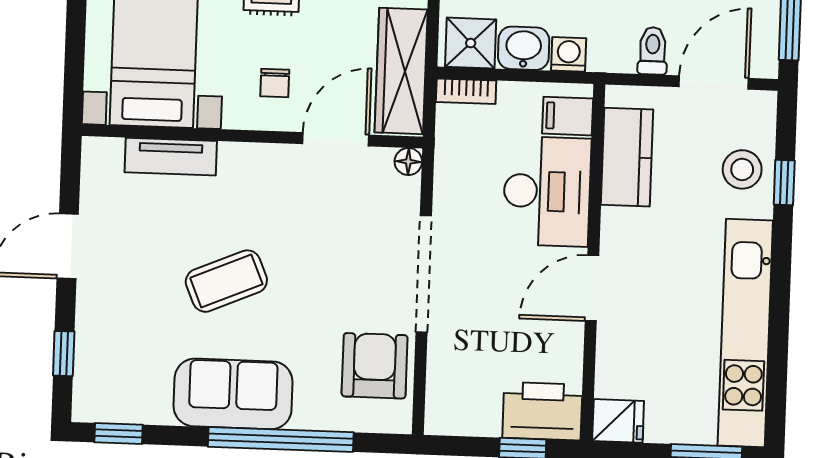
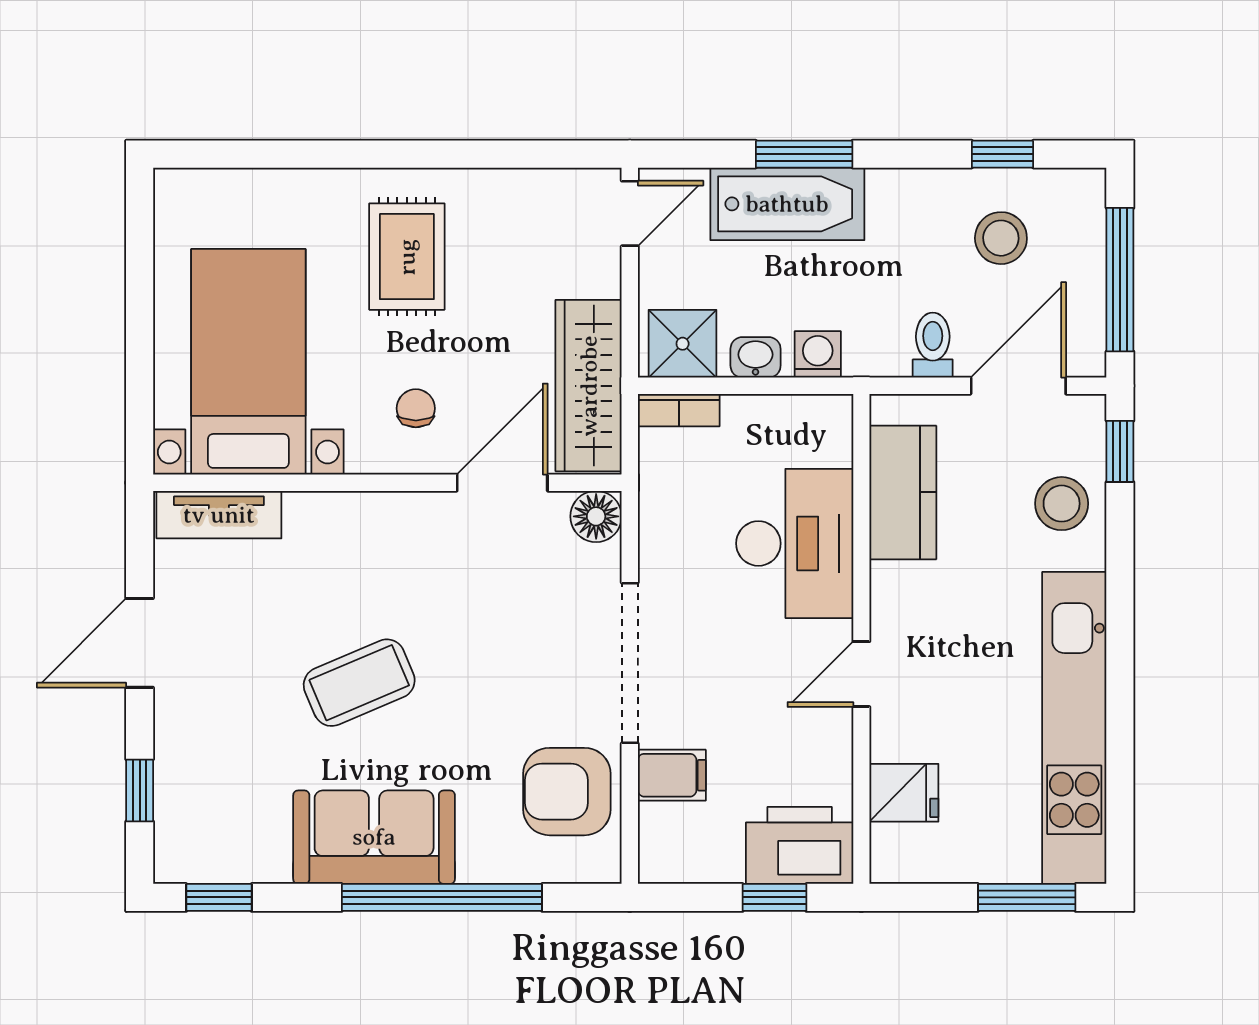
washbasin: (524, 48) -> (756, 357), width x0.72, depth x0.69
chair: (275, 83) -> (416, 408), turned 180
filing cabinet: (568, 116) -> (672, 775), moved, turned 180
tv unit: (171, 157) -> (219, 515), moved
floor lamp: (408, 162) -> (596, 516), width x1.37, depth x1.37
window: (784, 182) -> (1120, 451), moved
door: (592, 288) -> (861, 674), width x0.73
armchair: (375, 366) -> (567, 792), turned -90
fridge: (618, 421) -> (904, 793), moved

